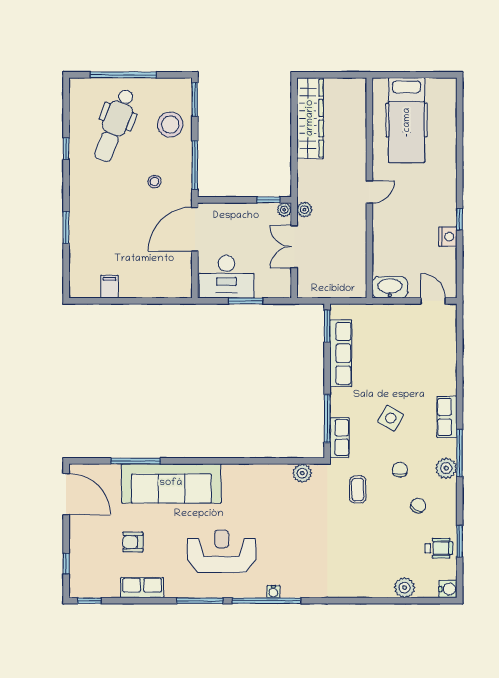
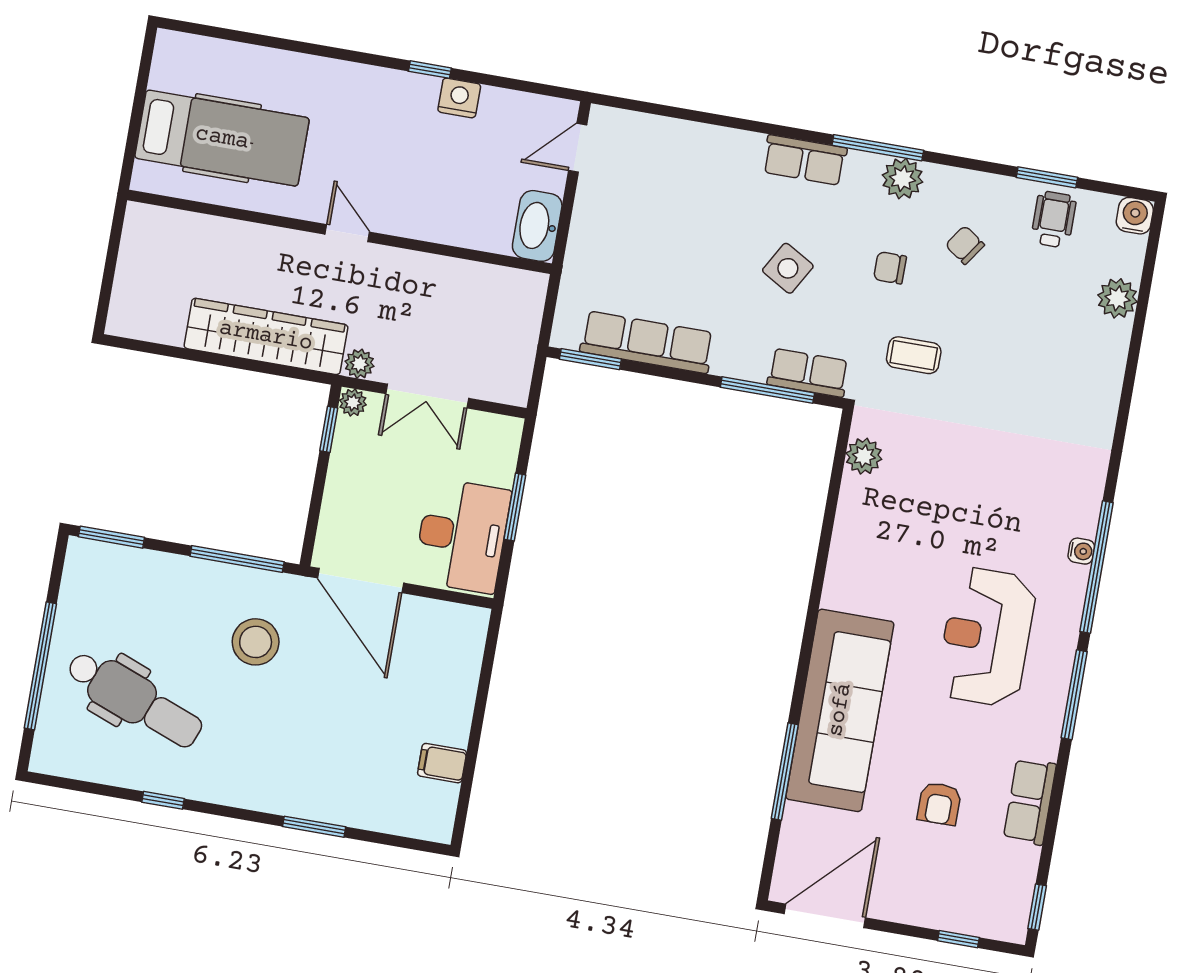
wardrobe: (310, 118) -> (266, 336), moved
stool: (170, 125) -> (152, 593), removed
stool: (154, 182) -> (256, 642), width x1.89, depth x1.89

